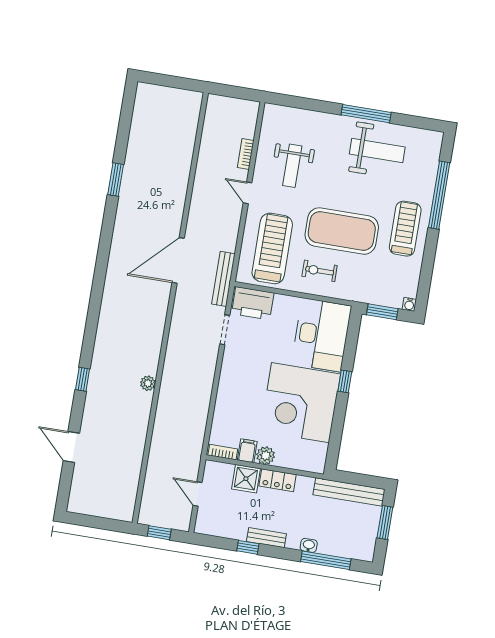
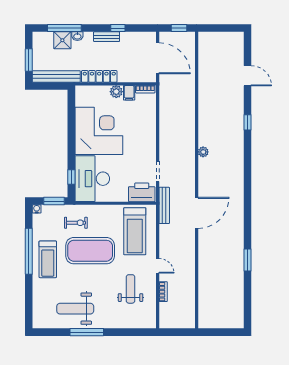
window: (439, 195) -> (29, 251), moved
exercise bike: (320, 271) -> (76, 223), moved
window: (345, 381) -> (71, 177), moved
plant: (148, 383) -> (203, 152), moved
shower: (246, 479) -> (62, 40), moved
locker: (278, 480) -> (99, 76), width x1.53
door: (198, 494) -> (158, 58), width x1.87

